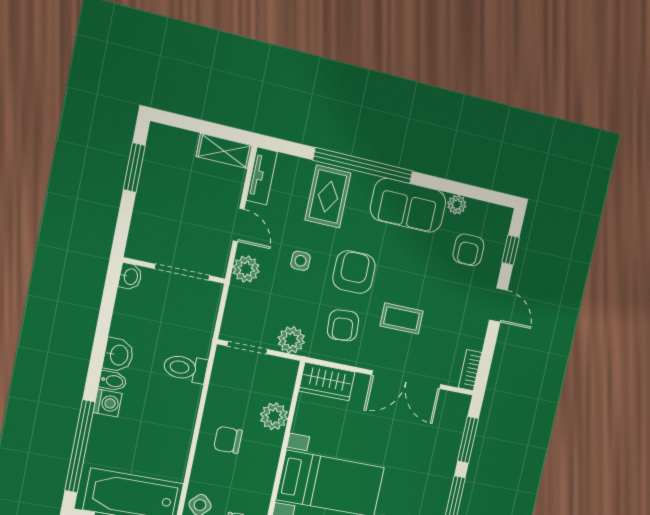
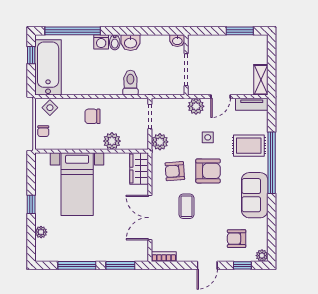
plant: (457, 205) -> (262, 256), moved
chair: (228, 440) -> (92, 116), turned -90

